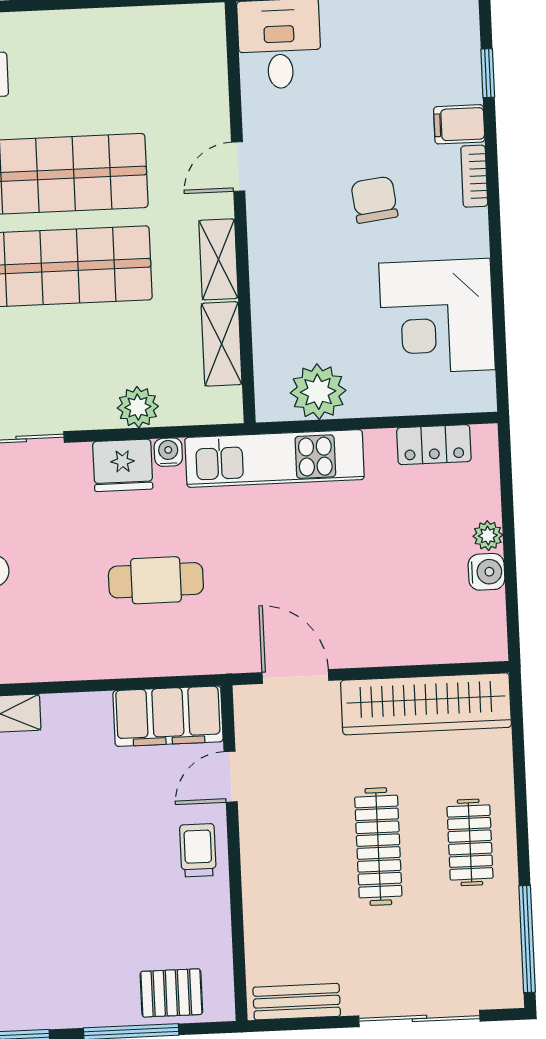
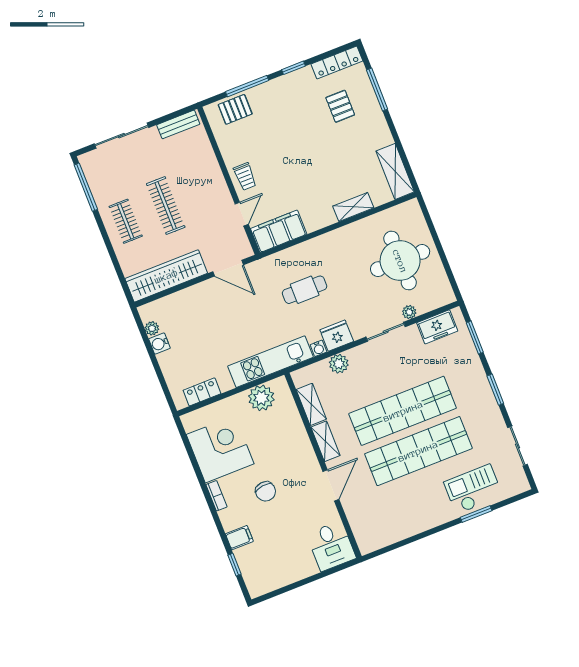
door: (238, 166) -> (331, 485), width x1.38
bookcase: (474, 176) -> (216, 496), moved
plant: (488, 536) -> (152, 328), moved

